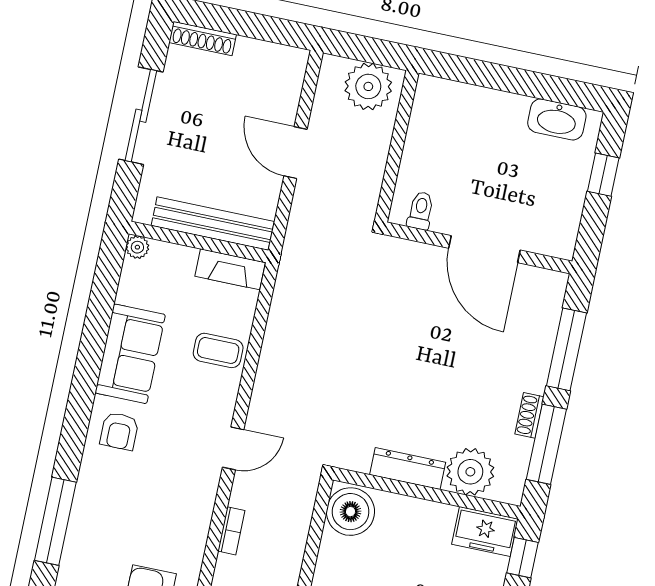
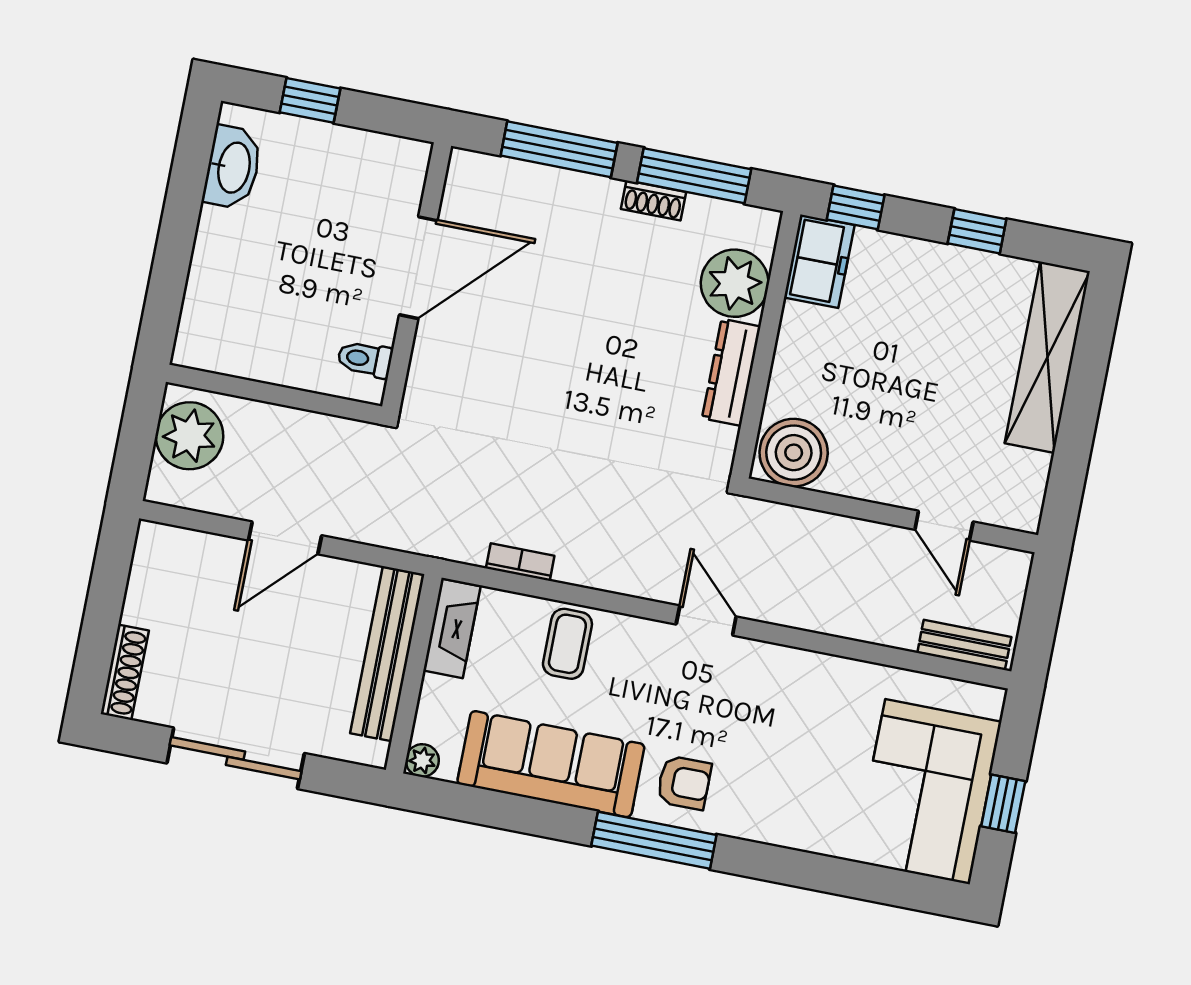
sofa: (130, 354) -> (551, 764), width x1.36
window: (55, 521) -> (654, 840), moved
bookcase: (231, 531) -> (520, 562), moved

